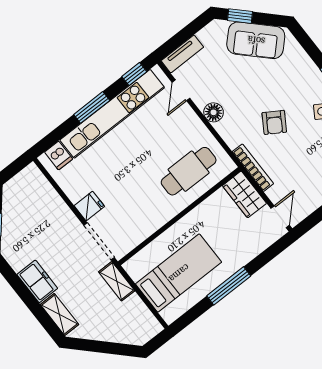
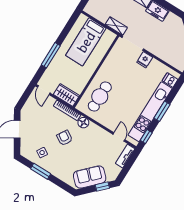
floor lamp: (214, 112) -> (83, 123), moved
window: (229, 286) -> (51, 55), moved

